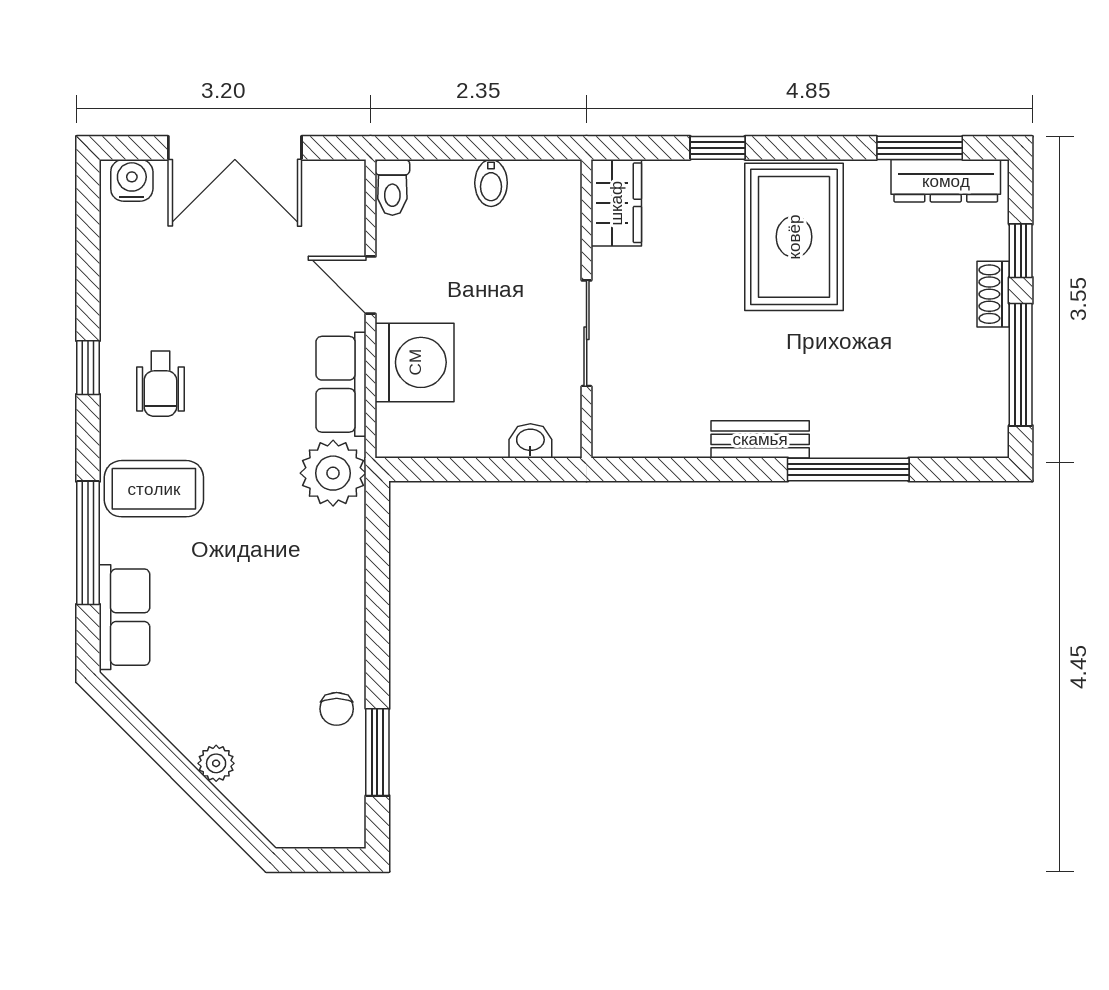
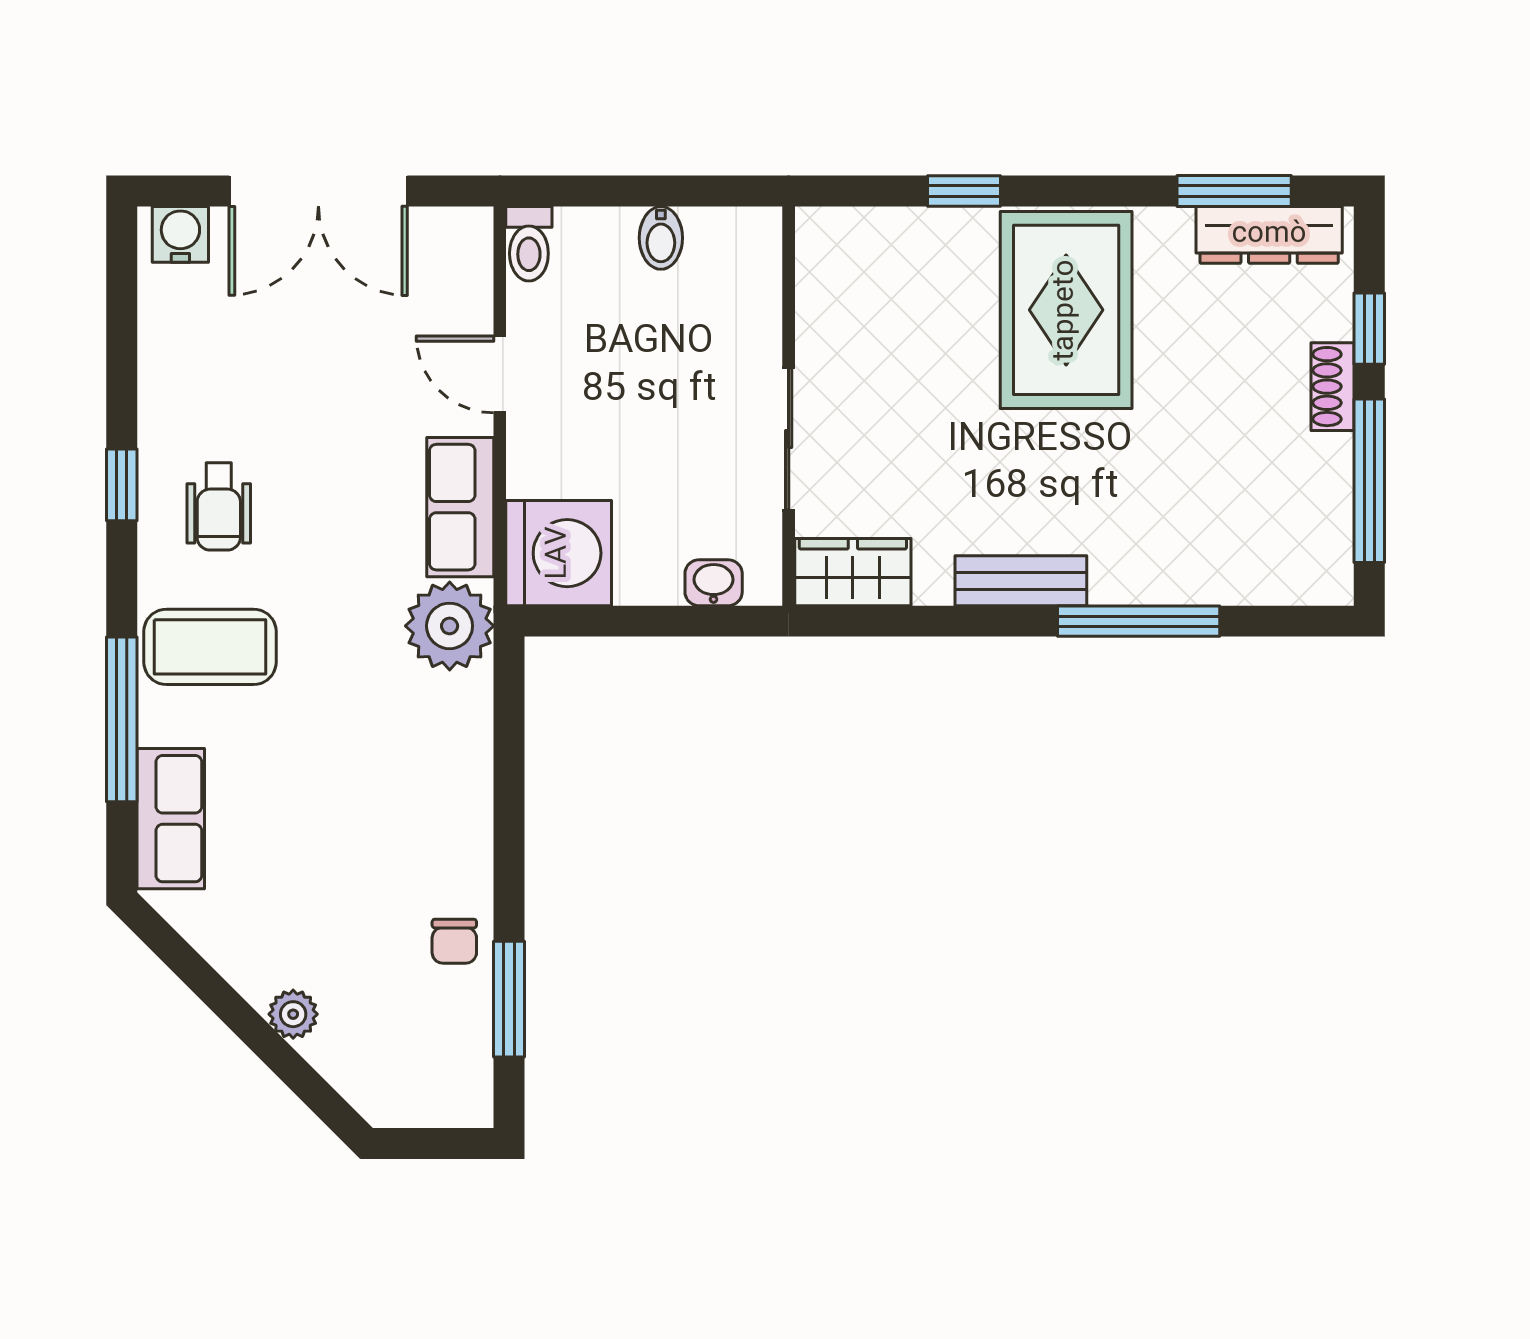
wardrobe: (616, 203) -> (853, 572), moved, turned -90
washing machine: (415, 362) -> (559, 553), moved

